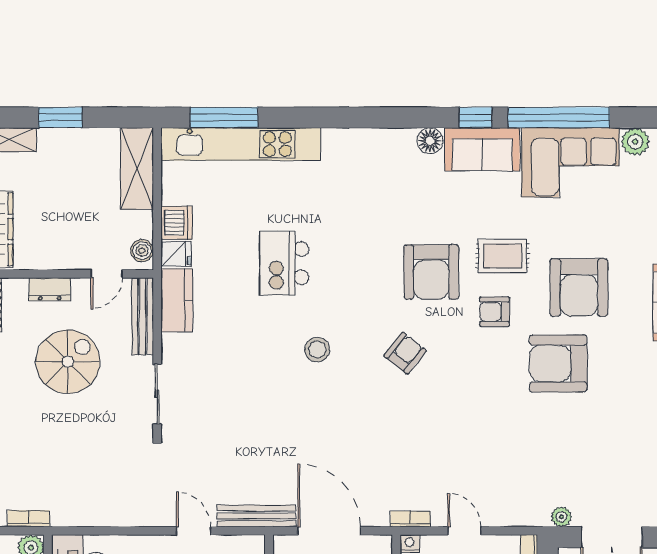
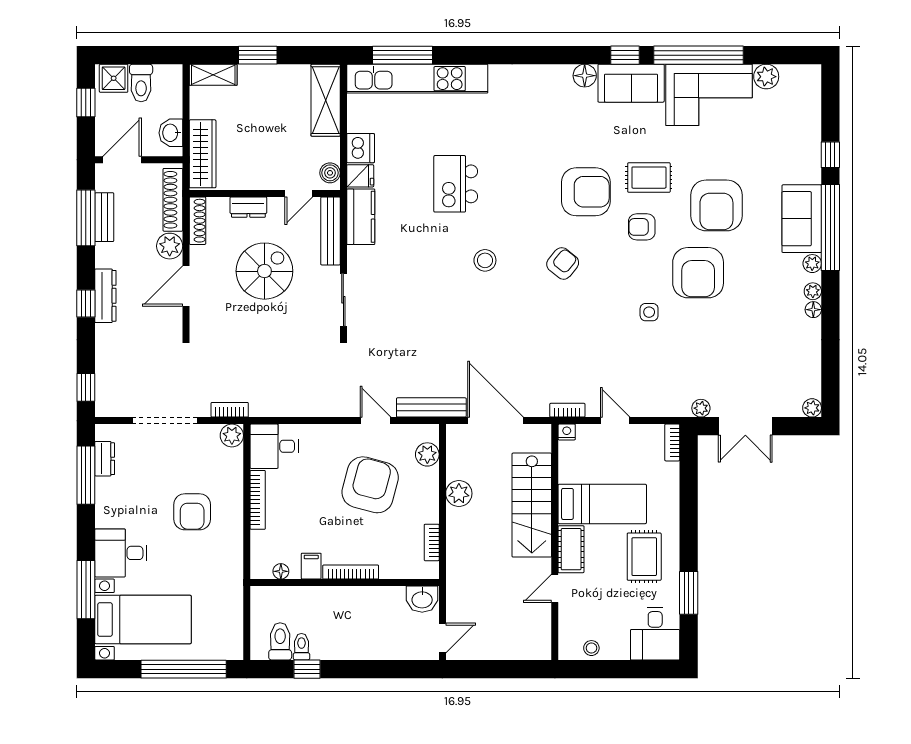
armchair: (431, 272) -> (586, 192), turned -90
armchair: (558, 363) -> (698, 273), turned -90
side table: (503, 408) -> (649, 312), added

